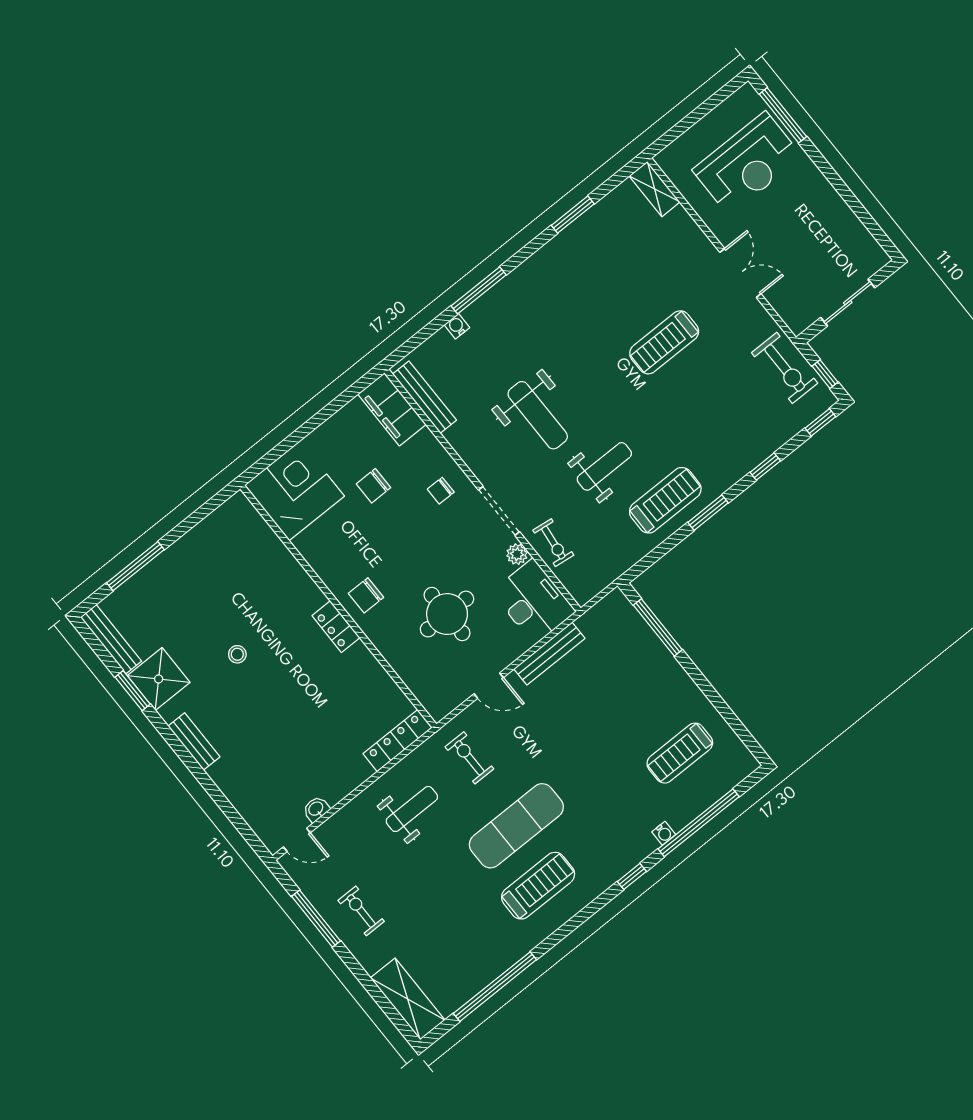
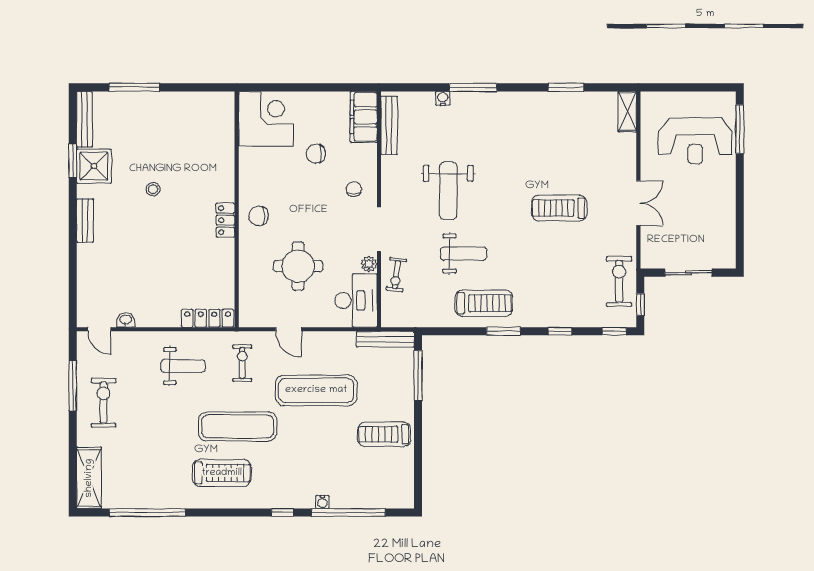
exercise bike: (785, 368) -> (619, 281), turned 180
chair: (441, 491) -> (354, 189), turned 90
bench: (549, 654) -> (385, 339), moved
exercise mat: (567, 725) -> (316, 390), added
treadmill: (680, 753) -> (384, 434), moved
exercise bike: (361, 911) -> (104, 403), width x1.38, depth x1.39

